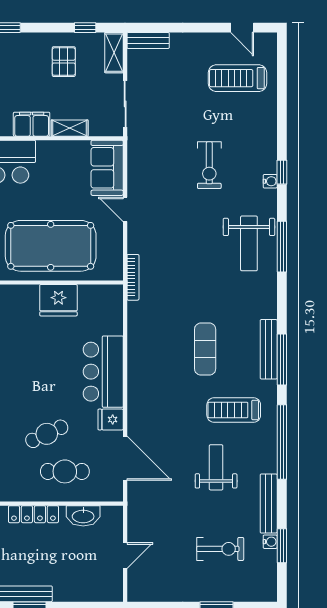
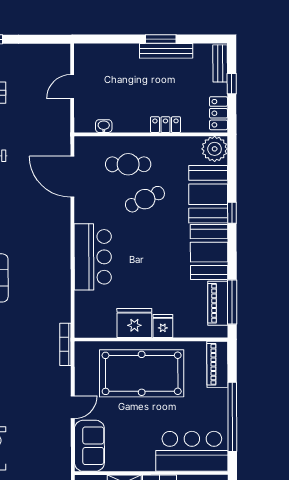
door: (125, 209) -> (73, 407), hinge flipped
fridge: (111, 420) -> (163, 326), moved, turned -90
locker: (33, 514) -> (165, 125), width x0.66
washbasin: (83, 516) -> (104, 126), width x0.52, depth x0.69

